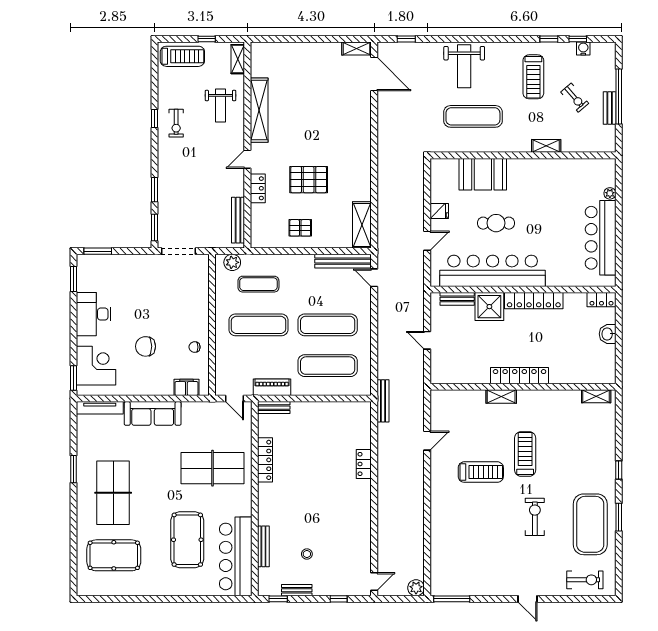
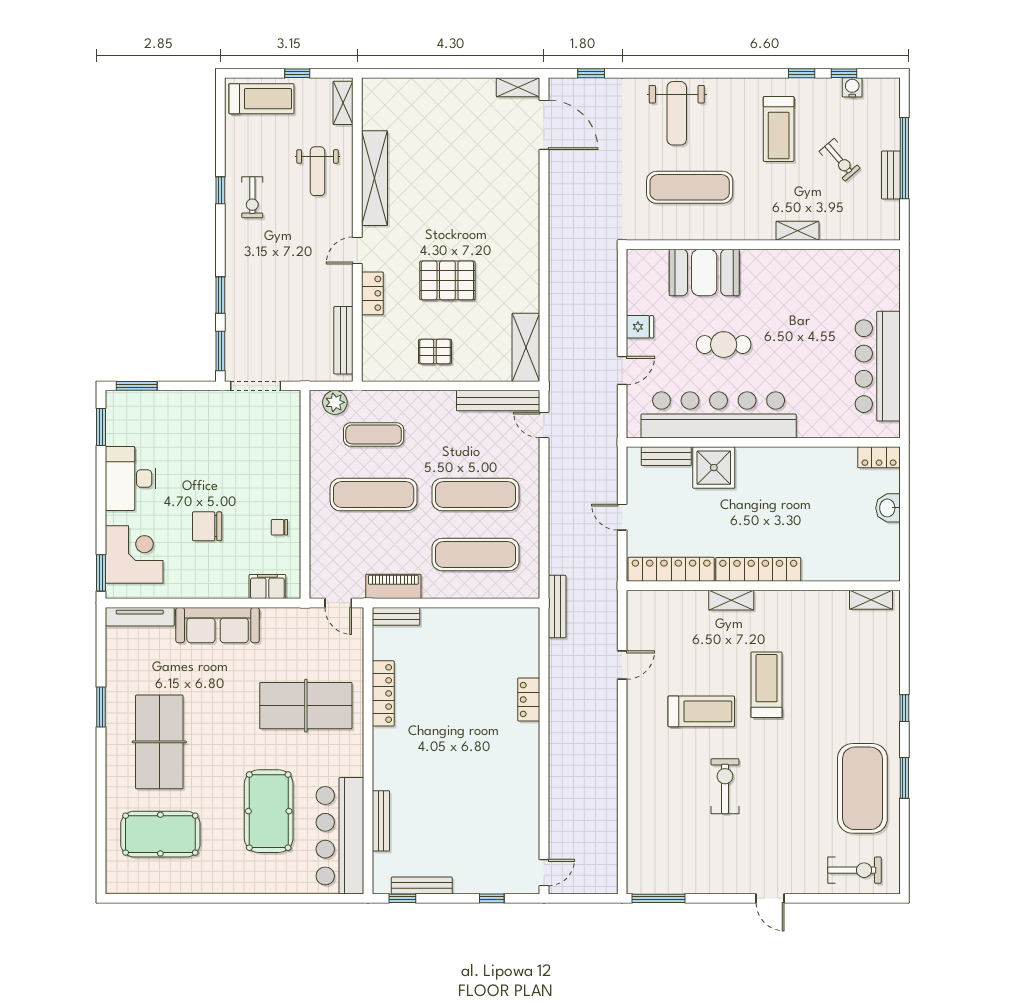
plant: (610, 193) -> (891, 301), removed
locker: (534, 301) -> (671, 569), moved, turned 180
exercise bike: (535, 517) -> (725, 786), moved
stool: (307, 554) -> (445, 832), removed
plant: (416, 588) -> (606, 882), removed
bench: (297, 590) -> (422, 886), width x1.36

